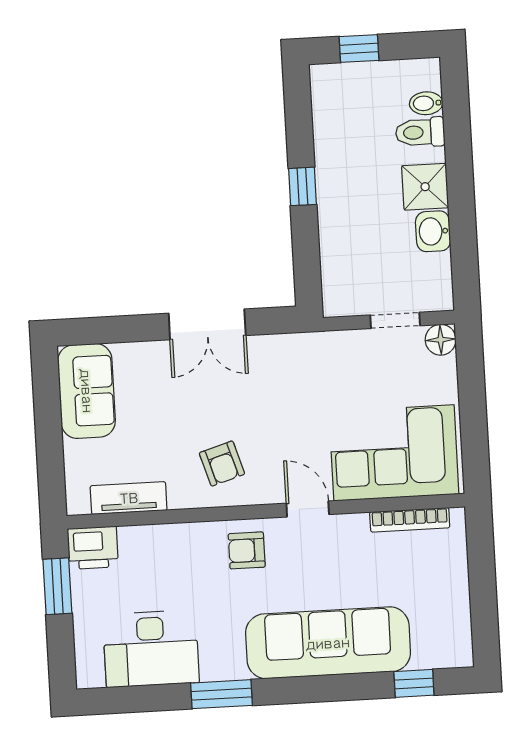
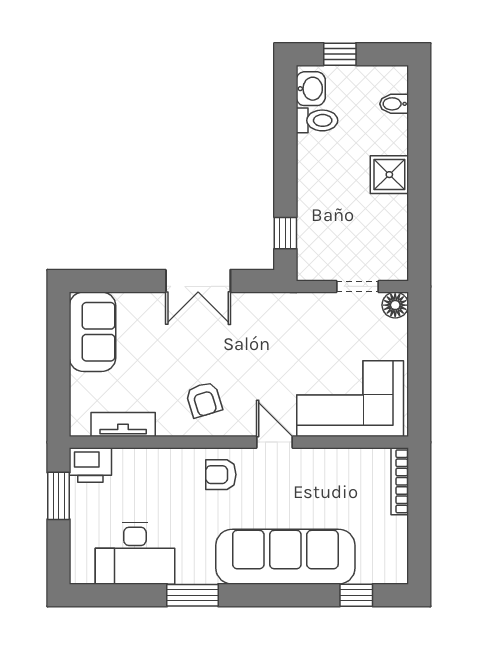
toilet: (420, 132) -> (317, 120), moved, turned 180
window: (302, 186) -> (285, 233), moved
washbasin: (433, 231) -> (311, 89), moved, turned 180
bookcase: (410, 520) -> (400, 481), moved, turned 90

